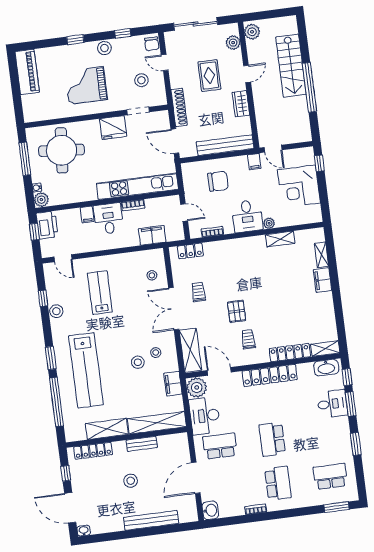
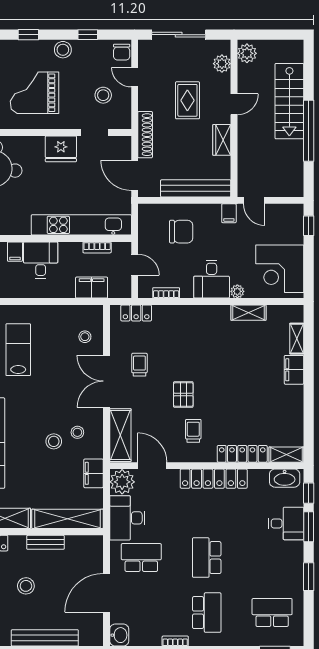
corner desk: (299, 186) -> (280, 269), moved
bookcase: (133, 205) -> (97, 247), moved

